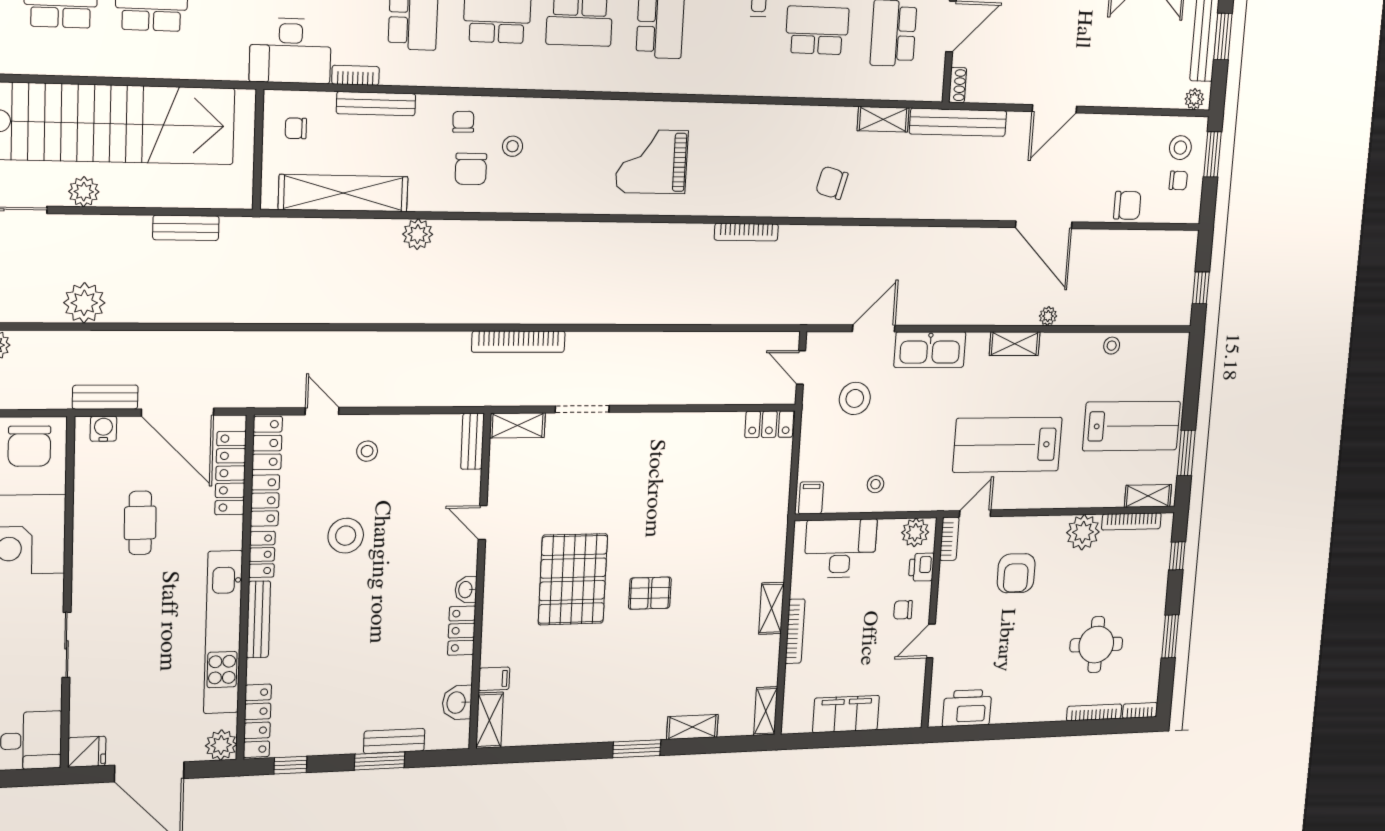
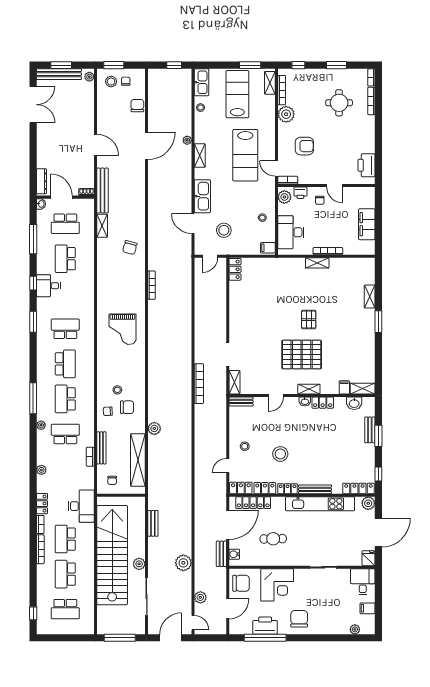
desk: (290, 51) -> (81, 506), moved
kitchen sink: (1162, 348) -> (201, 82), added
shelving: (766, 711) -> (309, 389), moved

